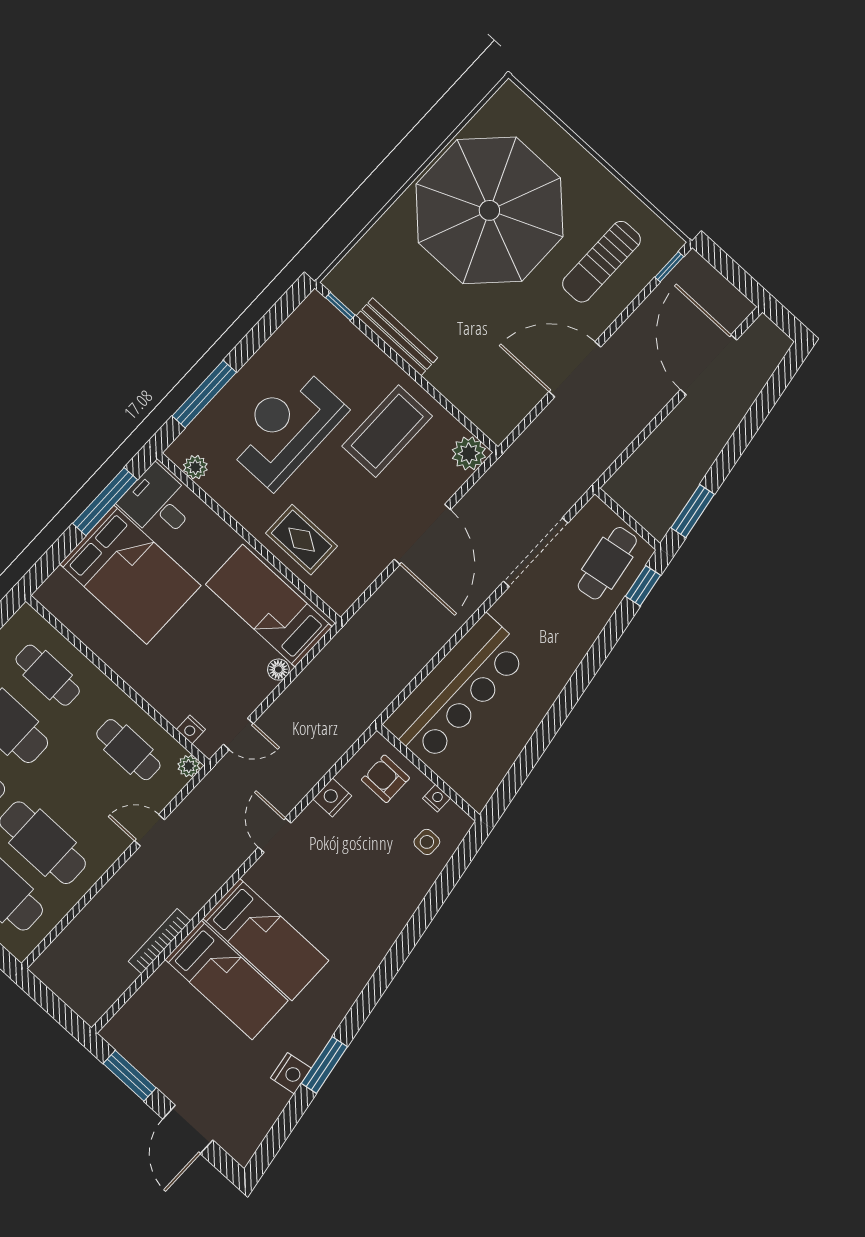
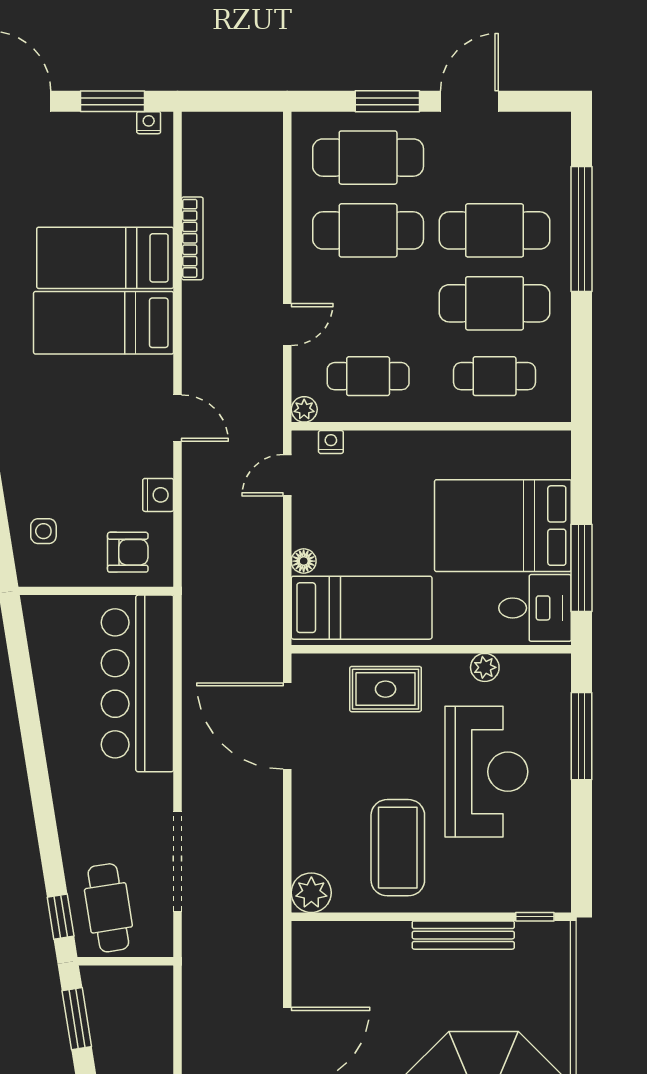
plant: (195, 467) -> (485, 667), moved
door: (422, 534) -> (287, 726), moved
nightstand: (436, 798) -> (149, 123), moved, turned 180

